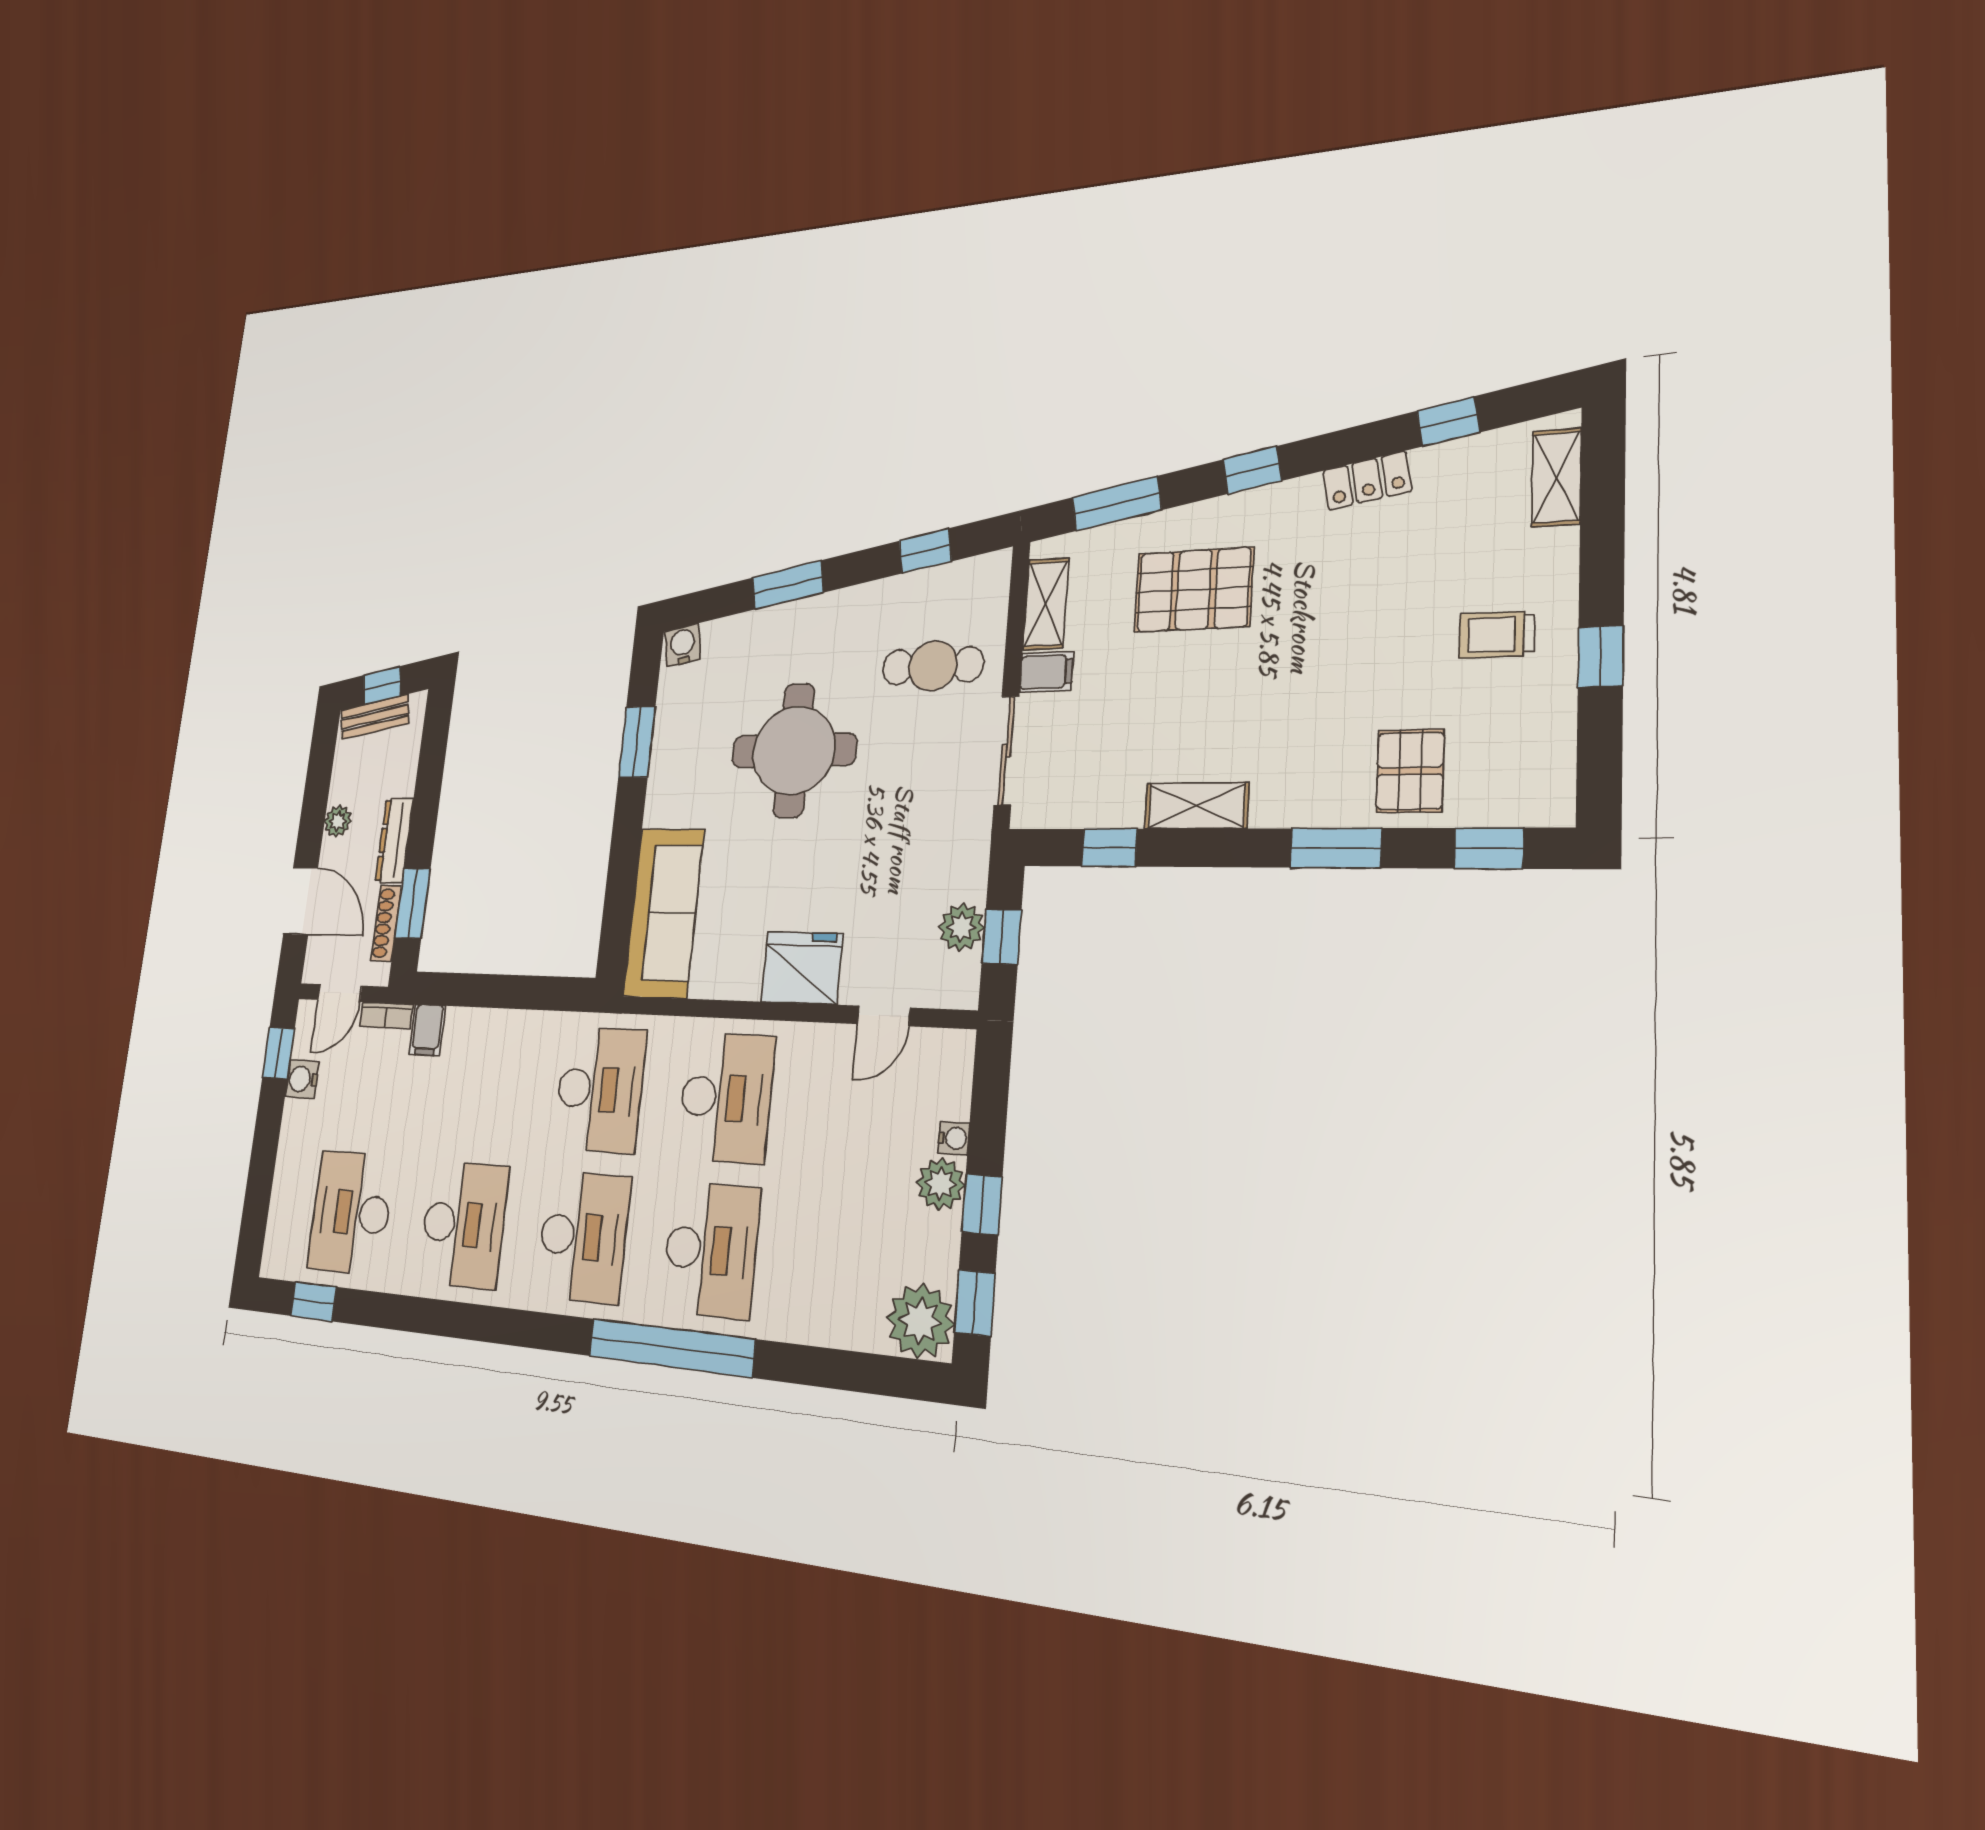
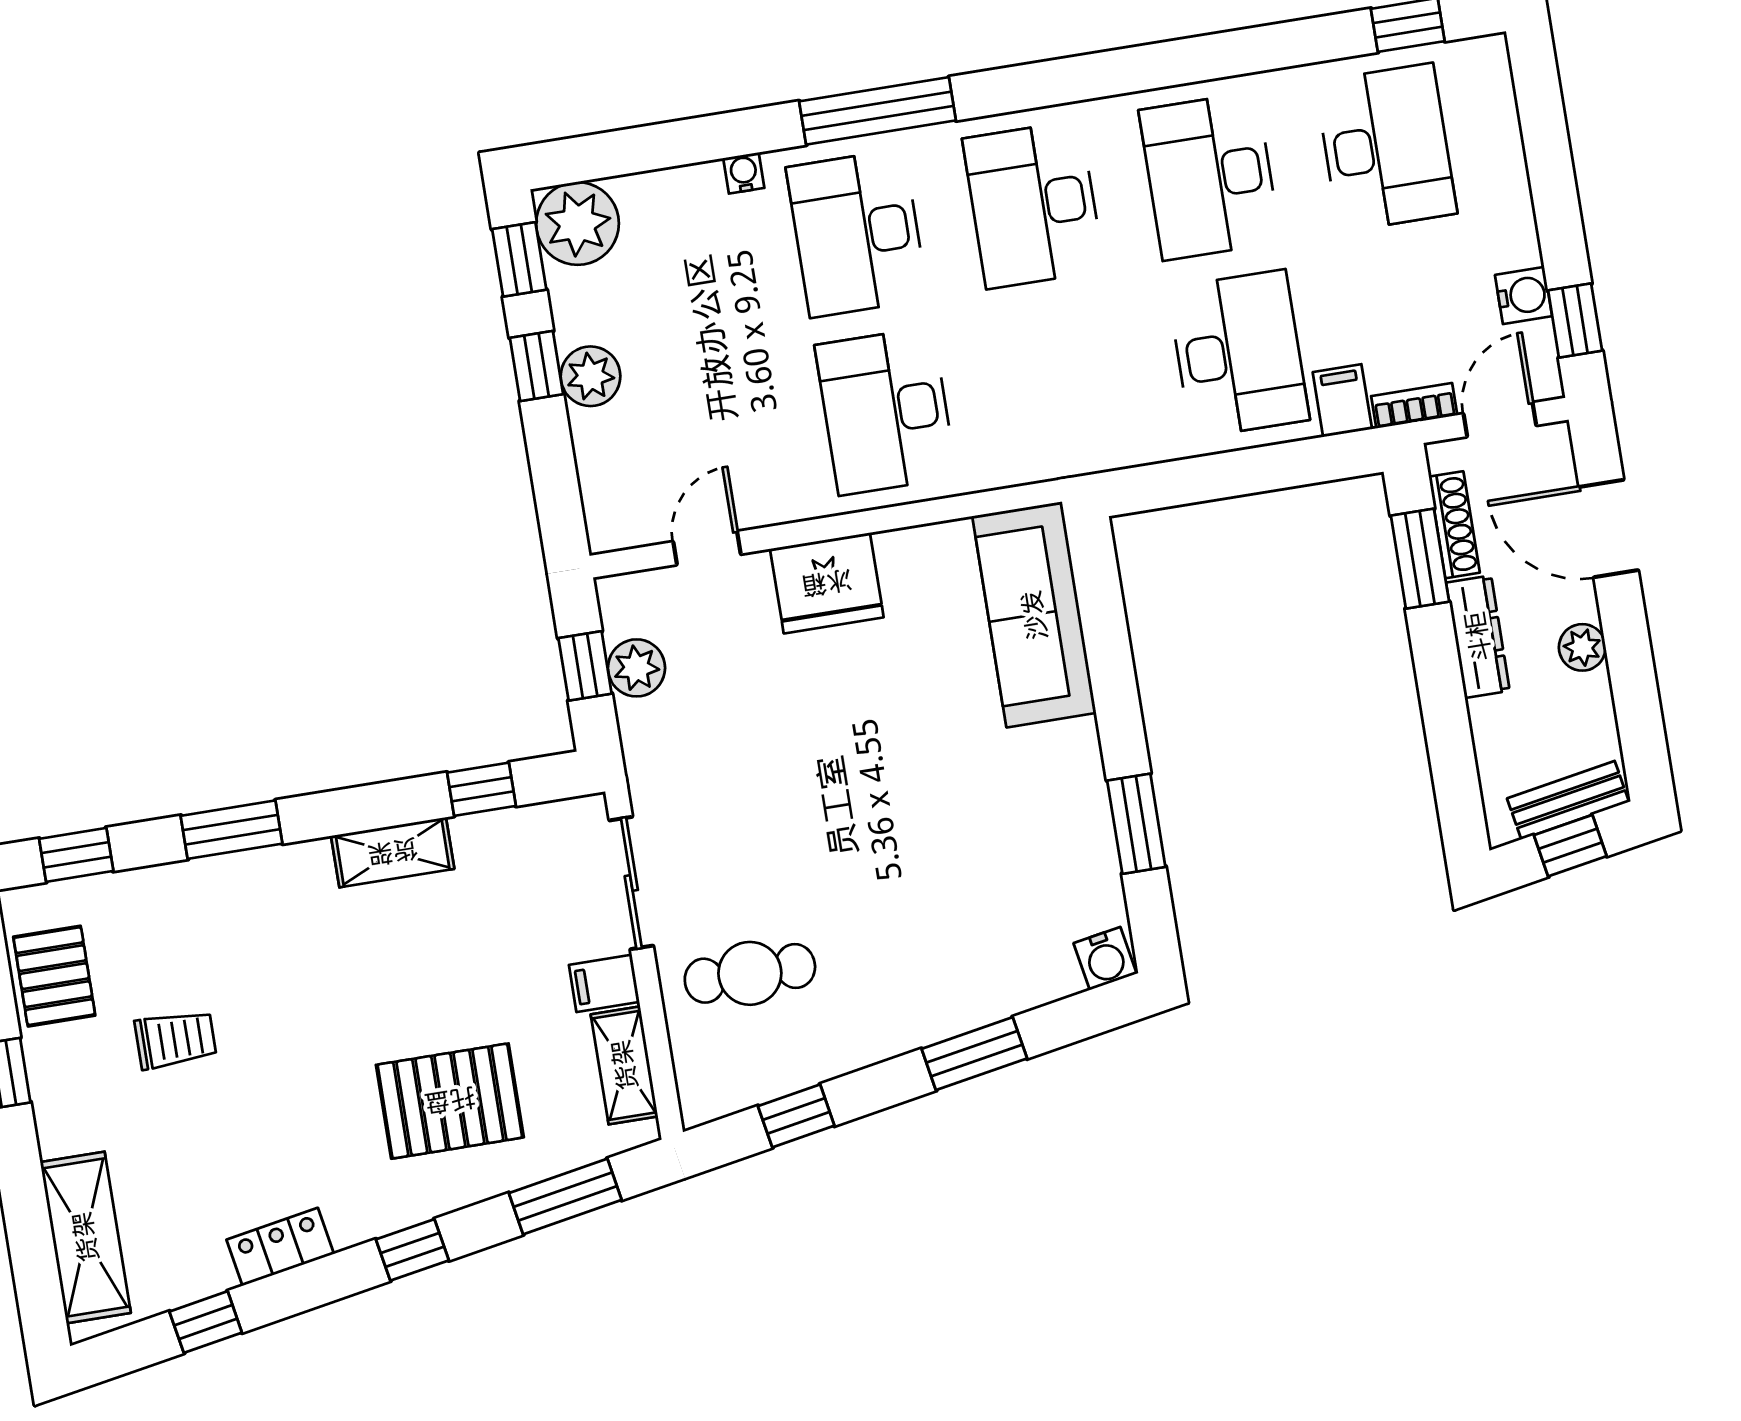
shelving: (1556, 477) -> (85, 1237), width x1.50, depth x1.33
trolley: (1497, 635) -> (175, 1040), moved
round table: (794, 750) -> (909, 844), removed
pallet: (1410, 771) -> (54, 976), moved
desk: (600, 1089) -> (1238, 354), moved, turned 180
water cooler: (954, 1138) -> (744, 173), moved, turned 90
window: (671, 1348) -> (878, 111), width x0.68

